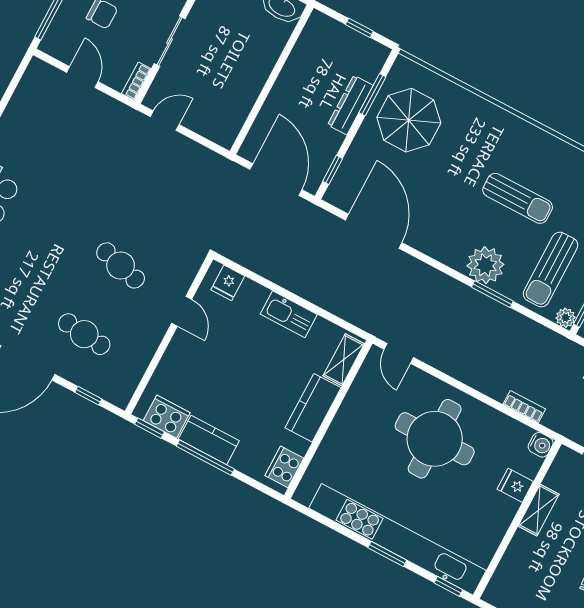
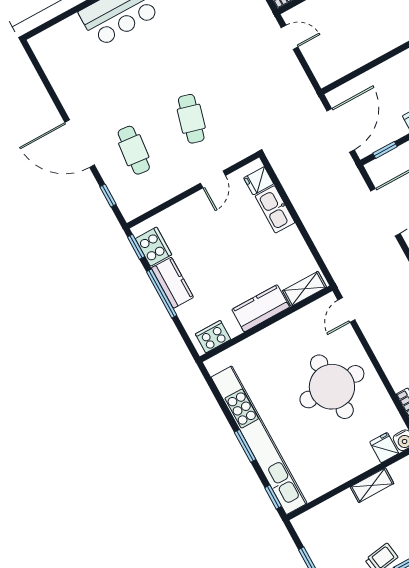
kitchen sink: (289, 314) -> (275, 209), moved
fridge: (515, 485) -> (384, 448), moved

